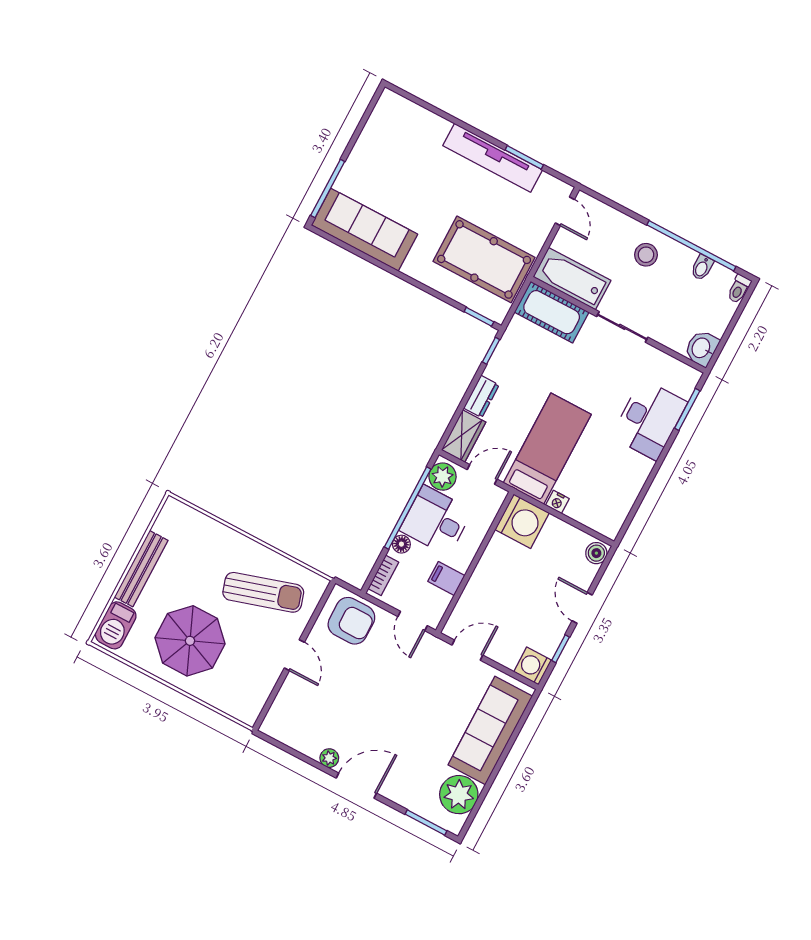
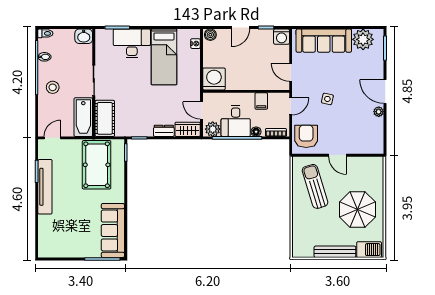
bed: (547, 449) -> (164, 57), moved, turned -90
nightstand: (557, 502) -> (195, 44), moved
door: (294, 655) -> (338, 155), swing flipped
side table: (393, 687) -> (327, 99), added

